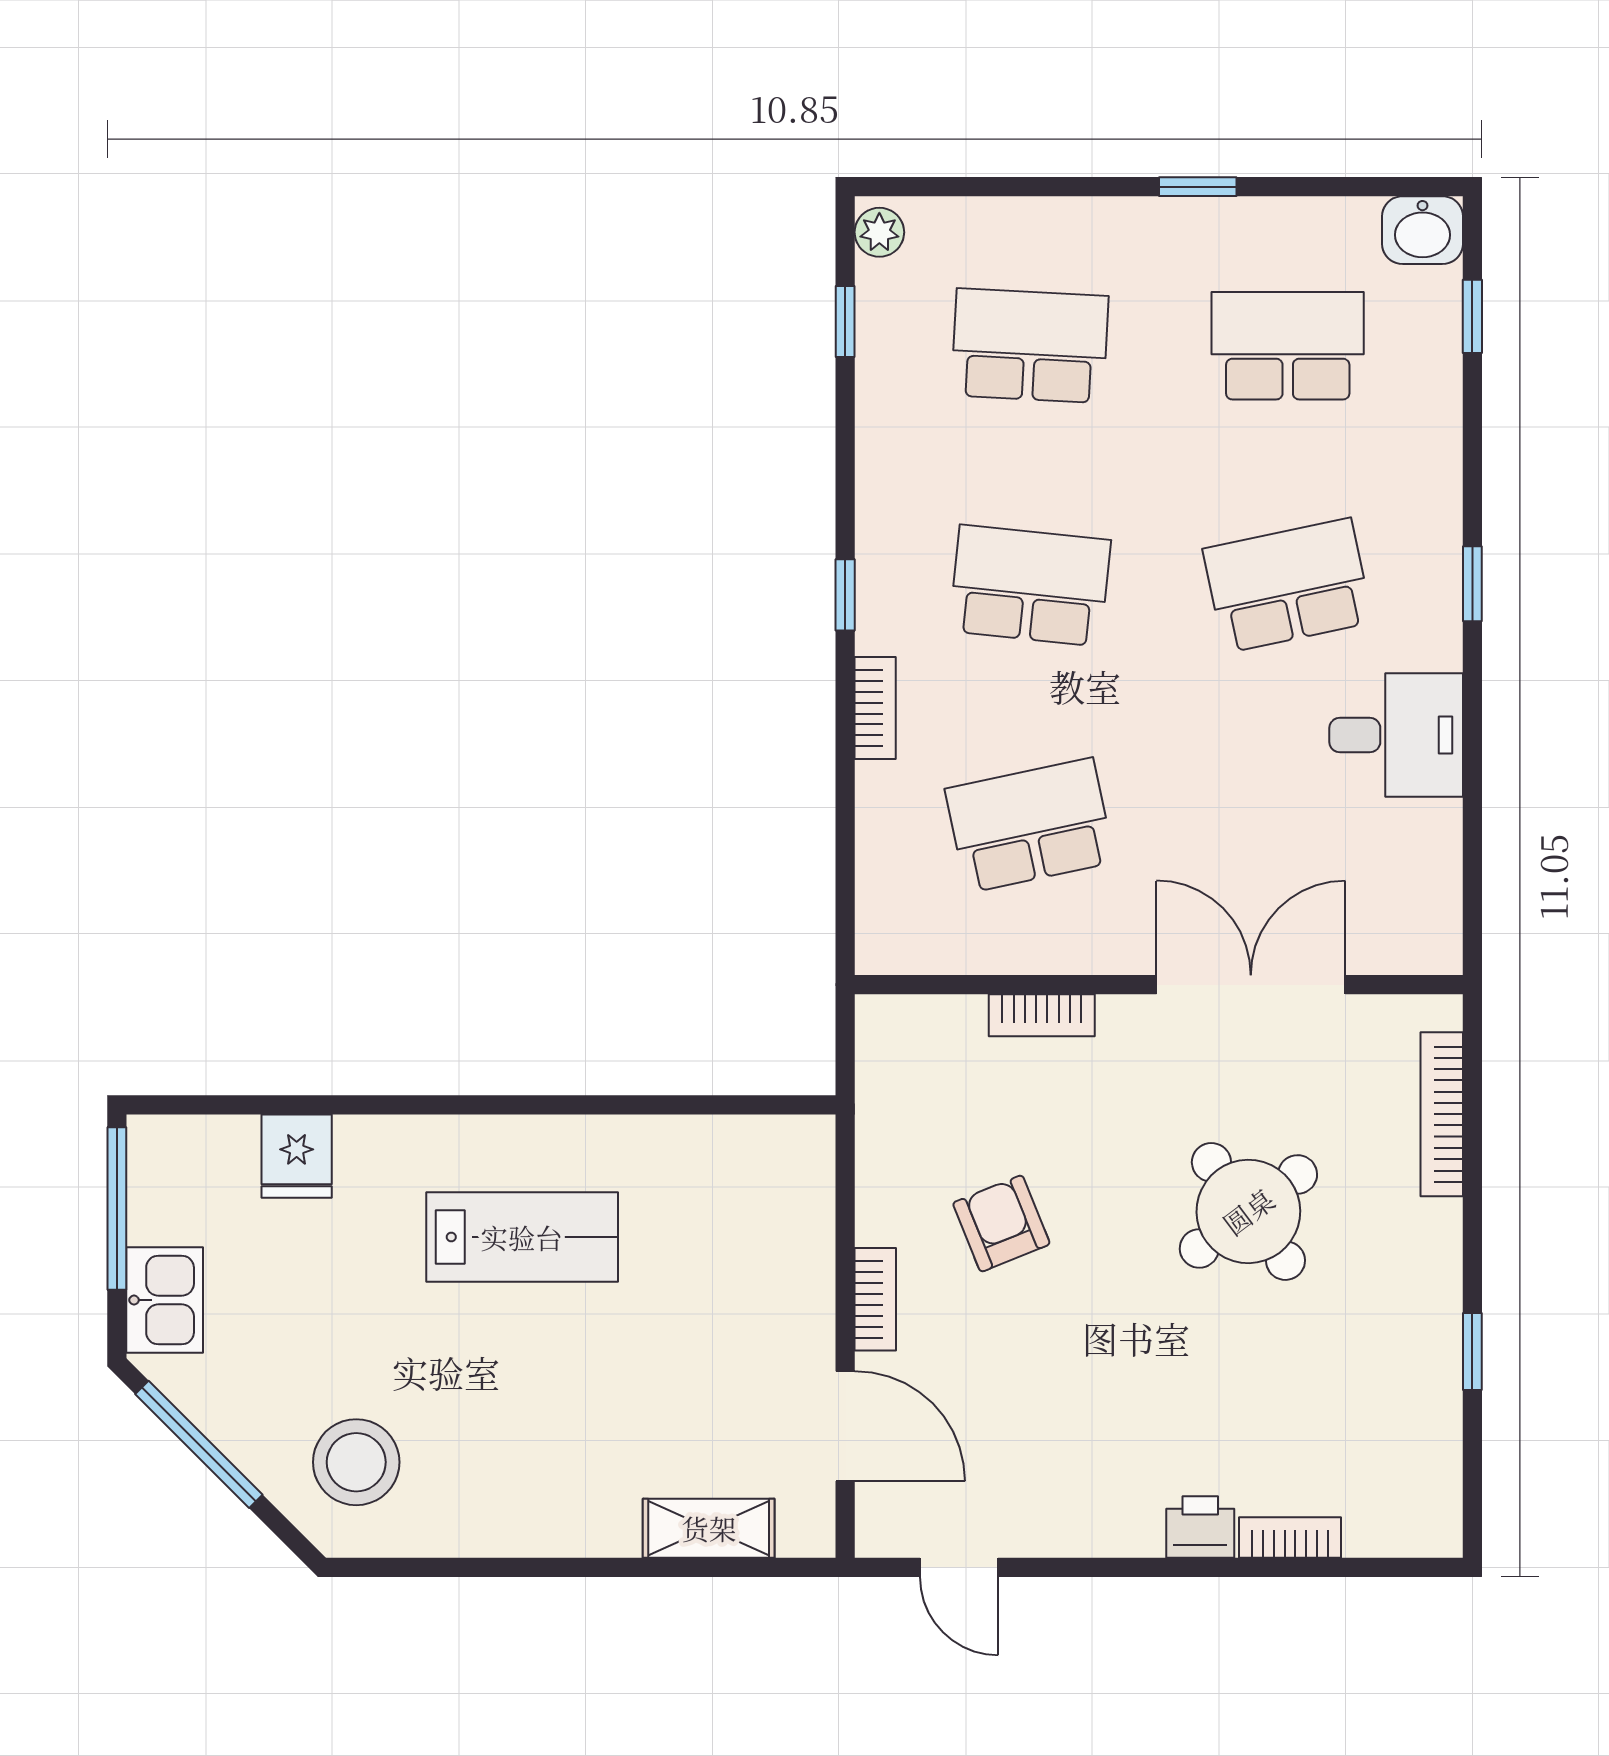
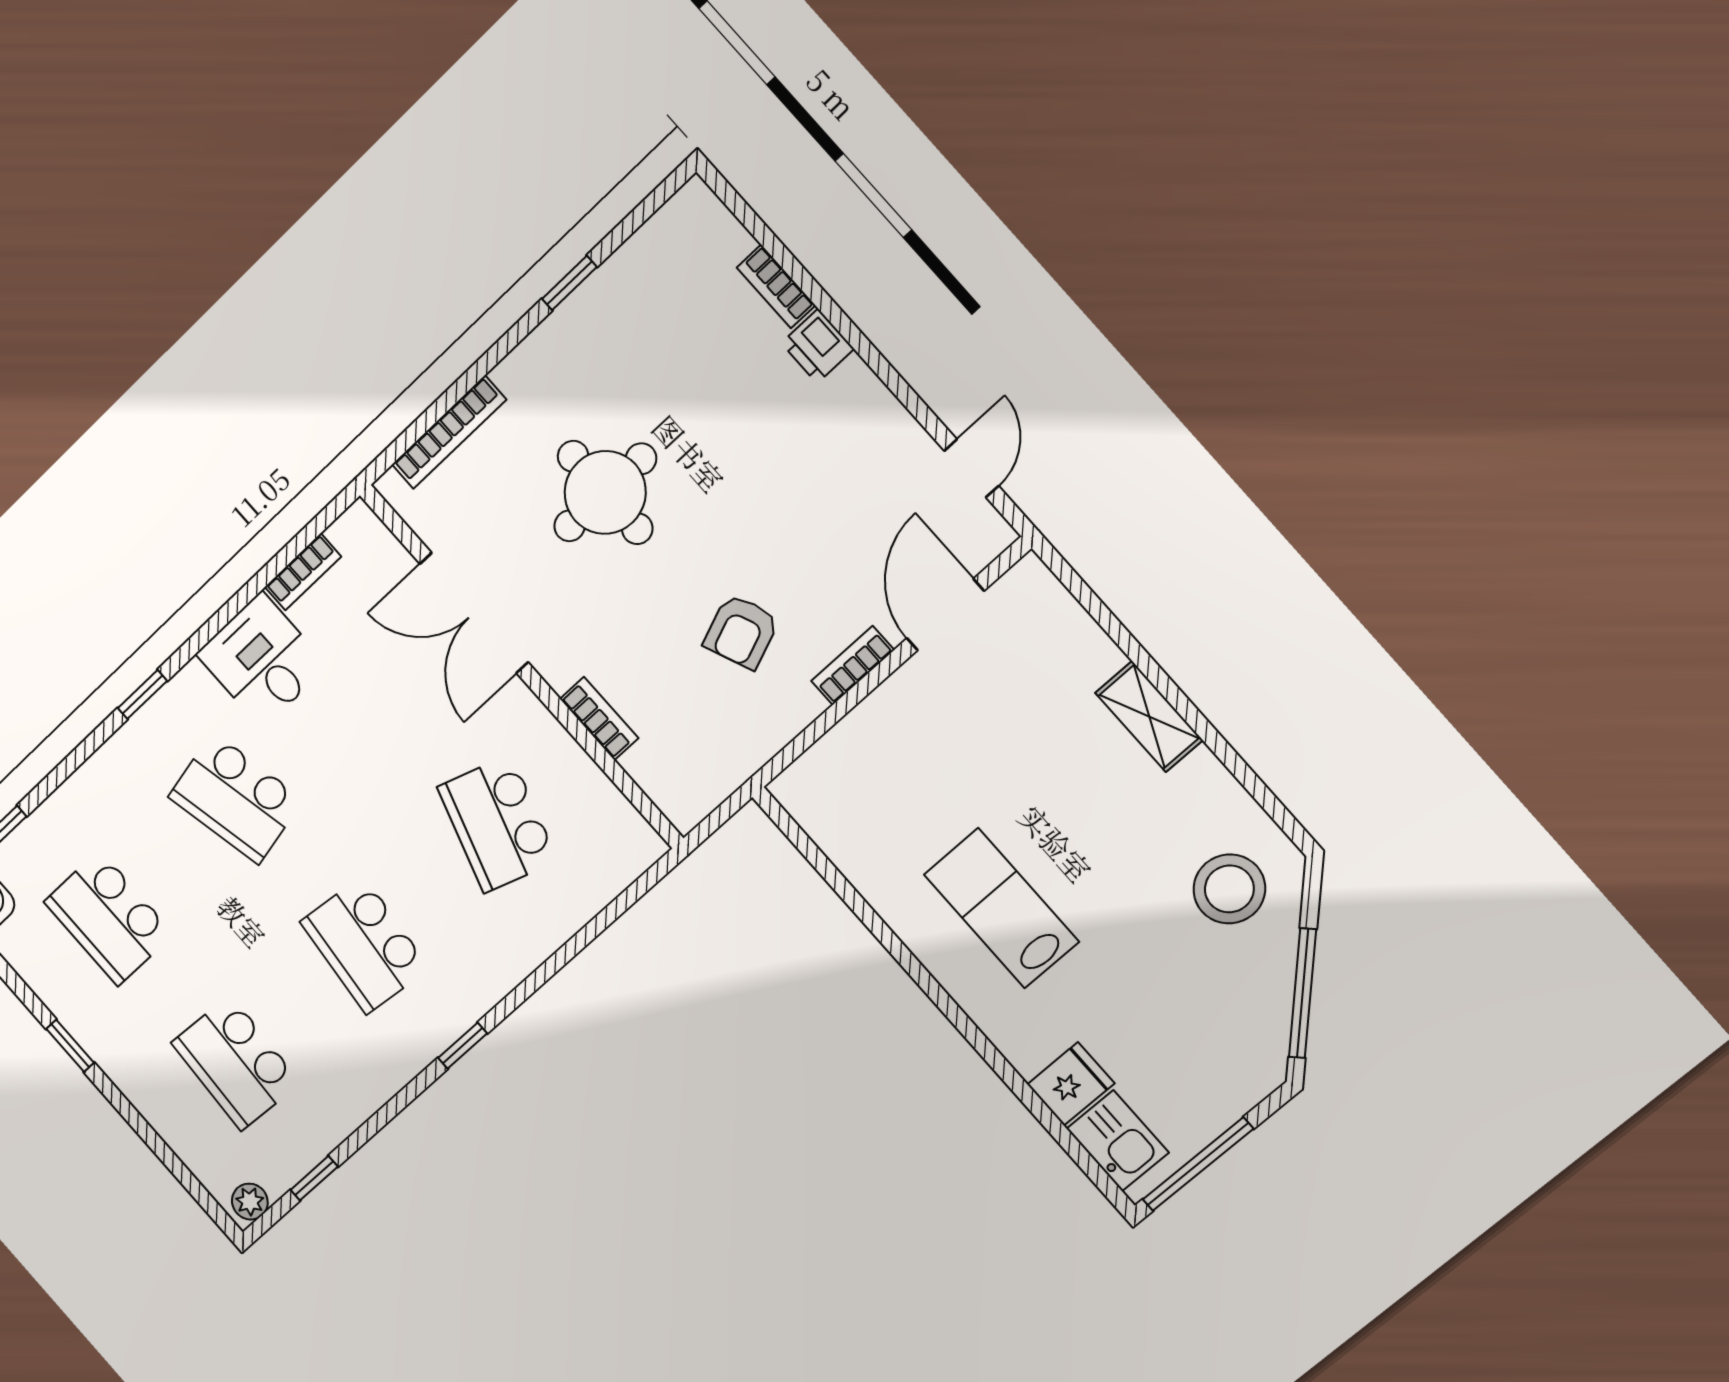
bookcase: (875, 708) -> (303, 572), moved, turned 180
school desk: (1030, 825) -> (497, 824), turned 30
round table: (1248, 1211) -> (605, 492), turned 37
kitchen sink: (165, 1300) -> (1118, 1141), moved, turned 90
shelving: (709, 1528) -> (1149, 717), moved

